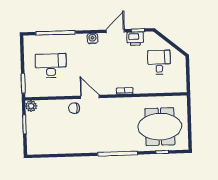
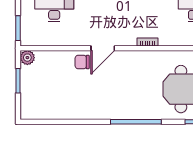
door: (90, 97) -> (103, 48), swing flipped

